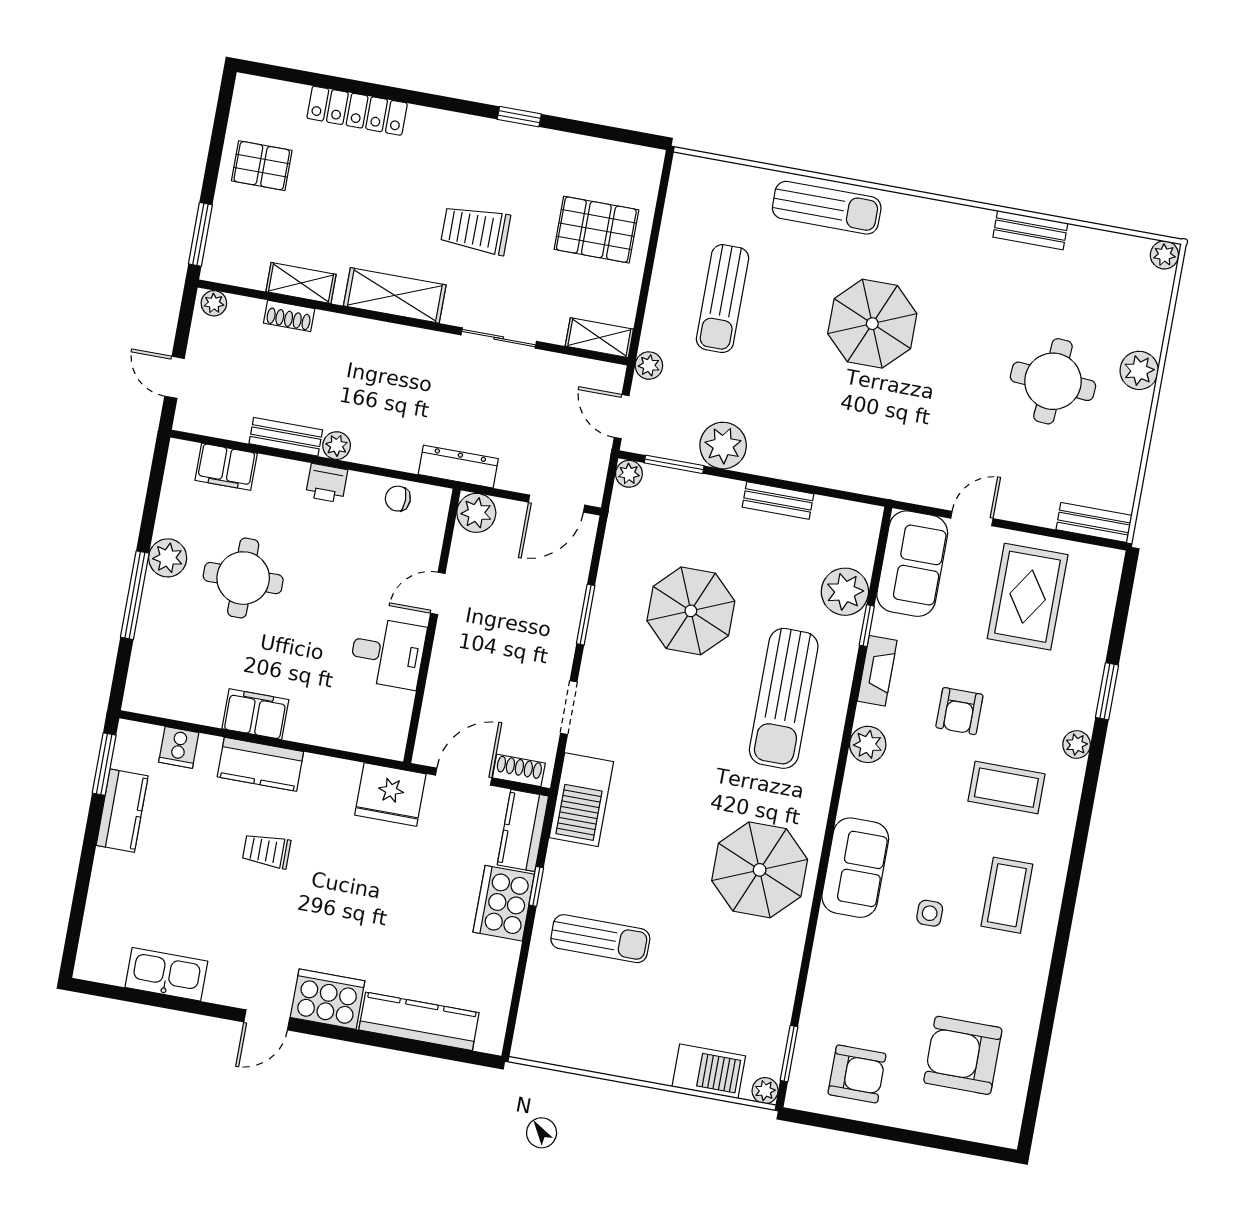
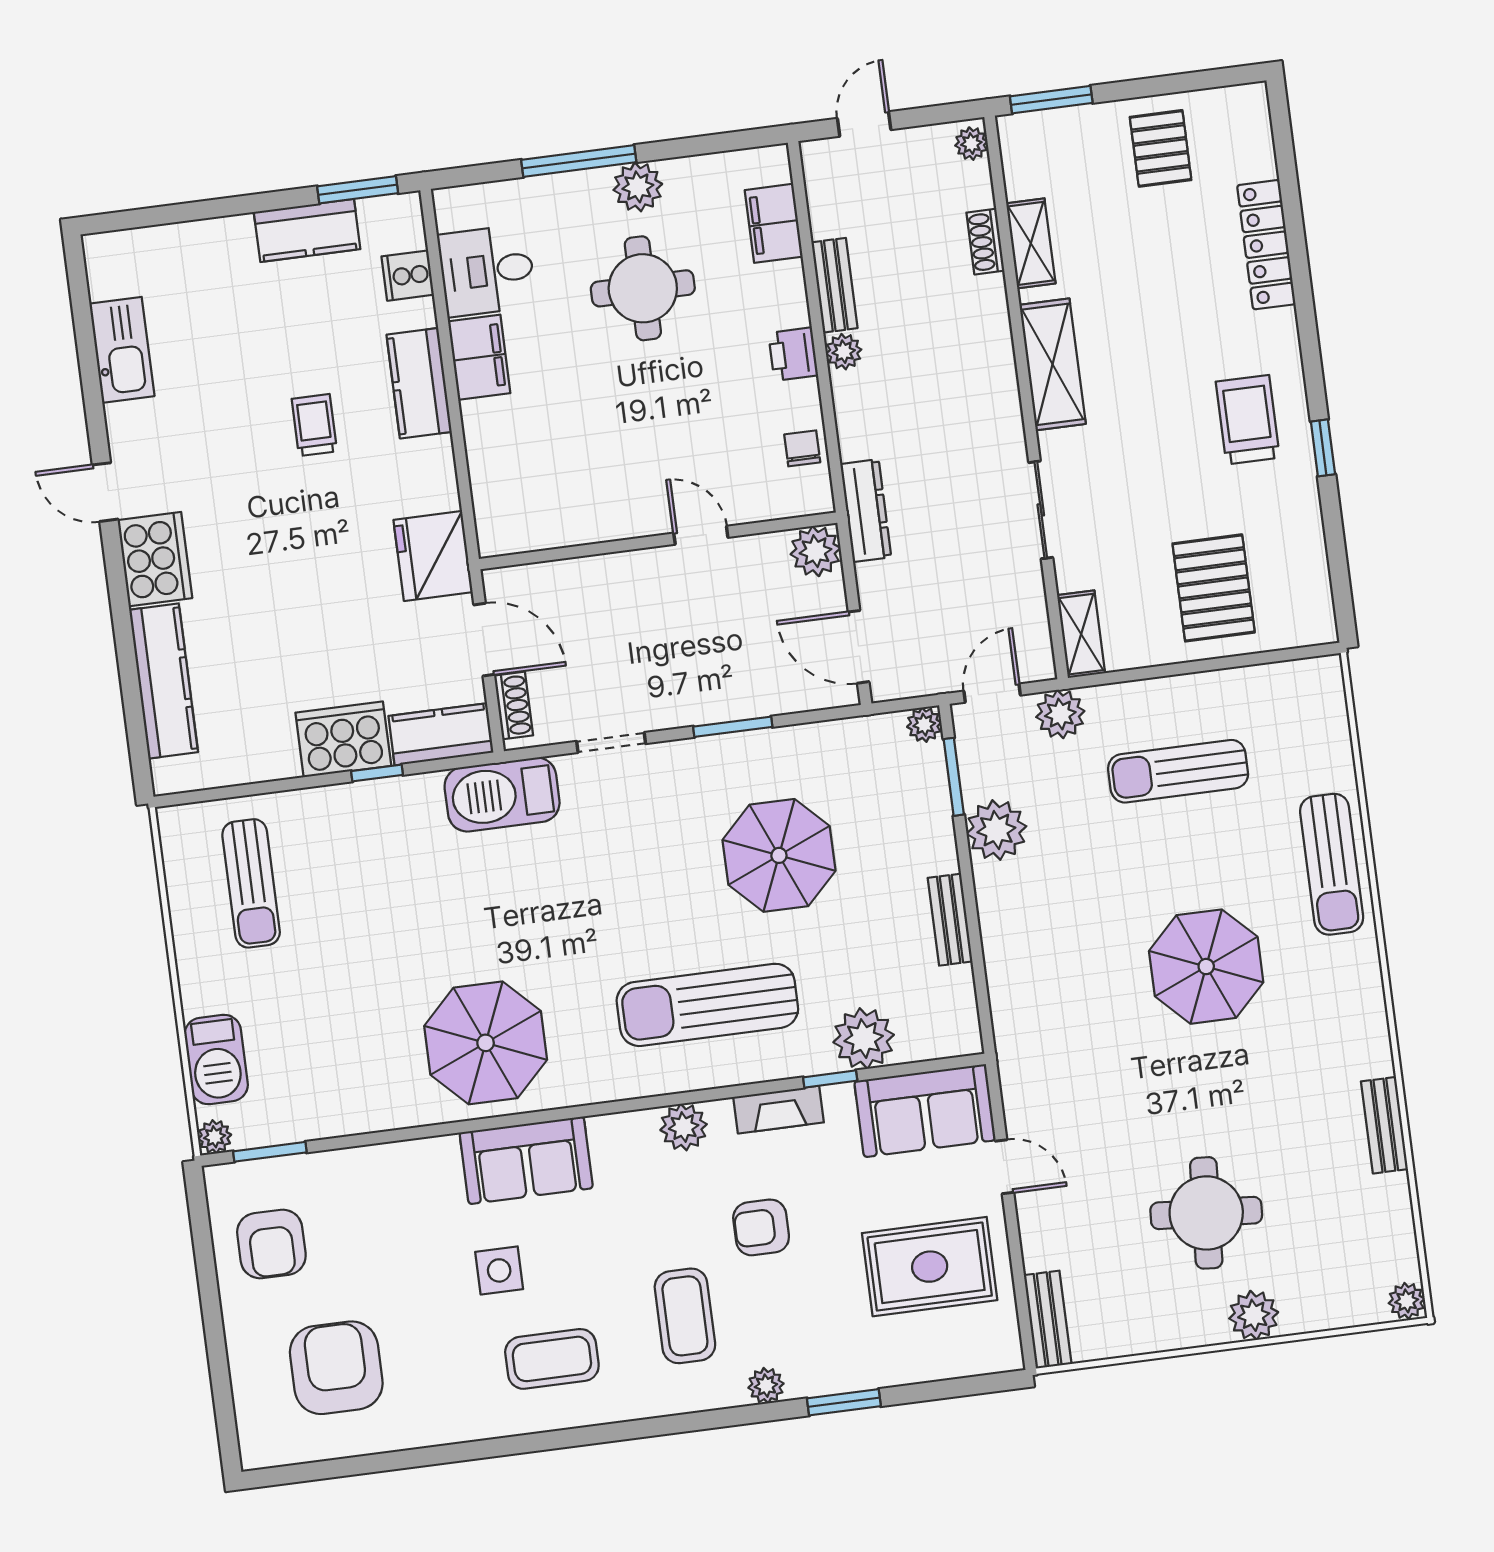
trolley: (476, 230) -> (1248, 420), moved
plant: (649, 366) -> (1060, 714), width x1.38, depth x1.38
desk: (388, 653) -> (487, 271), moved, turned 90
side table: (930, 913) -> (499, 1270), width x1.37, depth x1.37
sun lounger: (600, 939) -> (251, 883), moved

